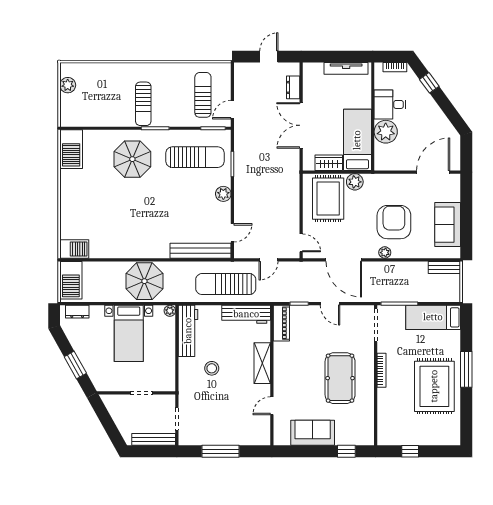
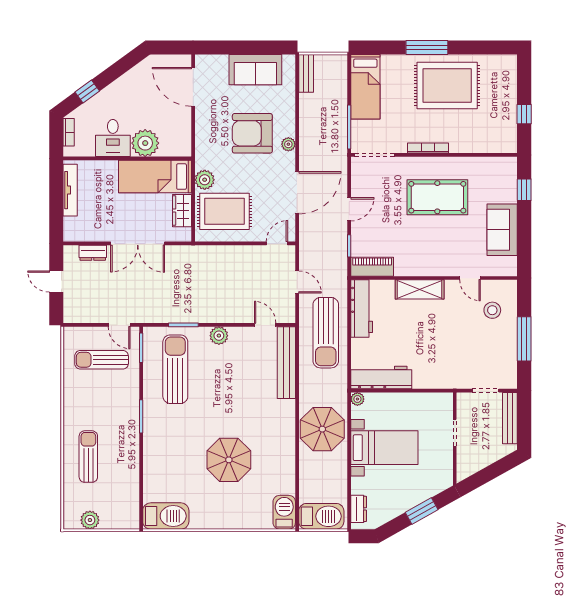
sun lounger: (143, 104) -> (88, 457), moved, turned -90
parasol: (132, 159) -> (229, 460), moved
stool: (212, 368) -> (492, 310), moved

